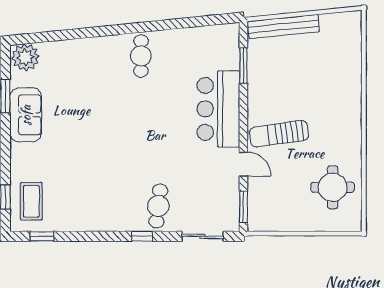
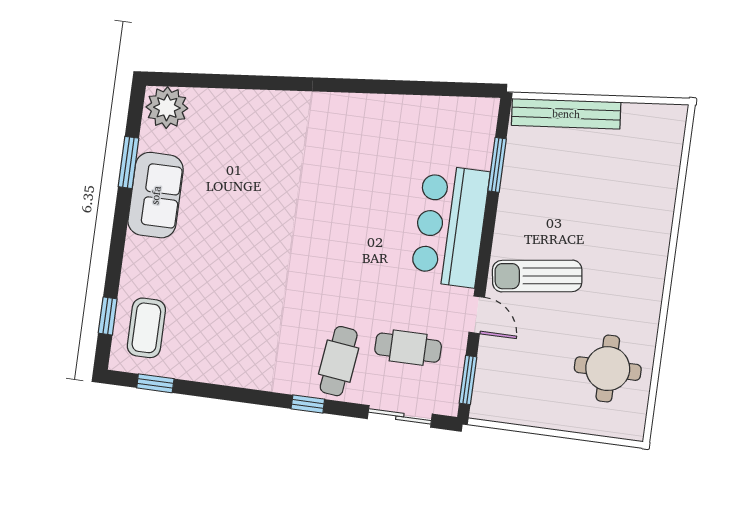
cafe table: (141, 56) -> (408, 348), moved, turned 90

